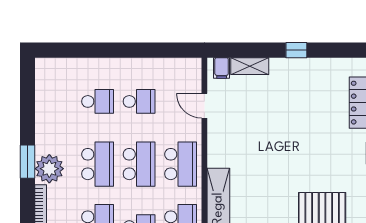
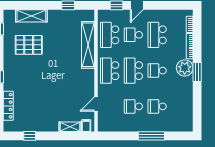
window: (108, 50) -> (151, 136), added
window: (296, 50) -> (30, 136), moved
door: (204, 106) -> (96, 104), swing flipped
school desk: (98, 164) -> (157, 71), width x0.54

